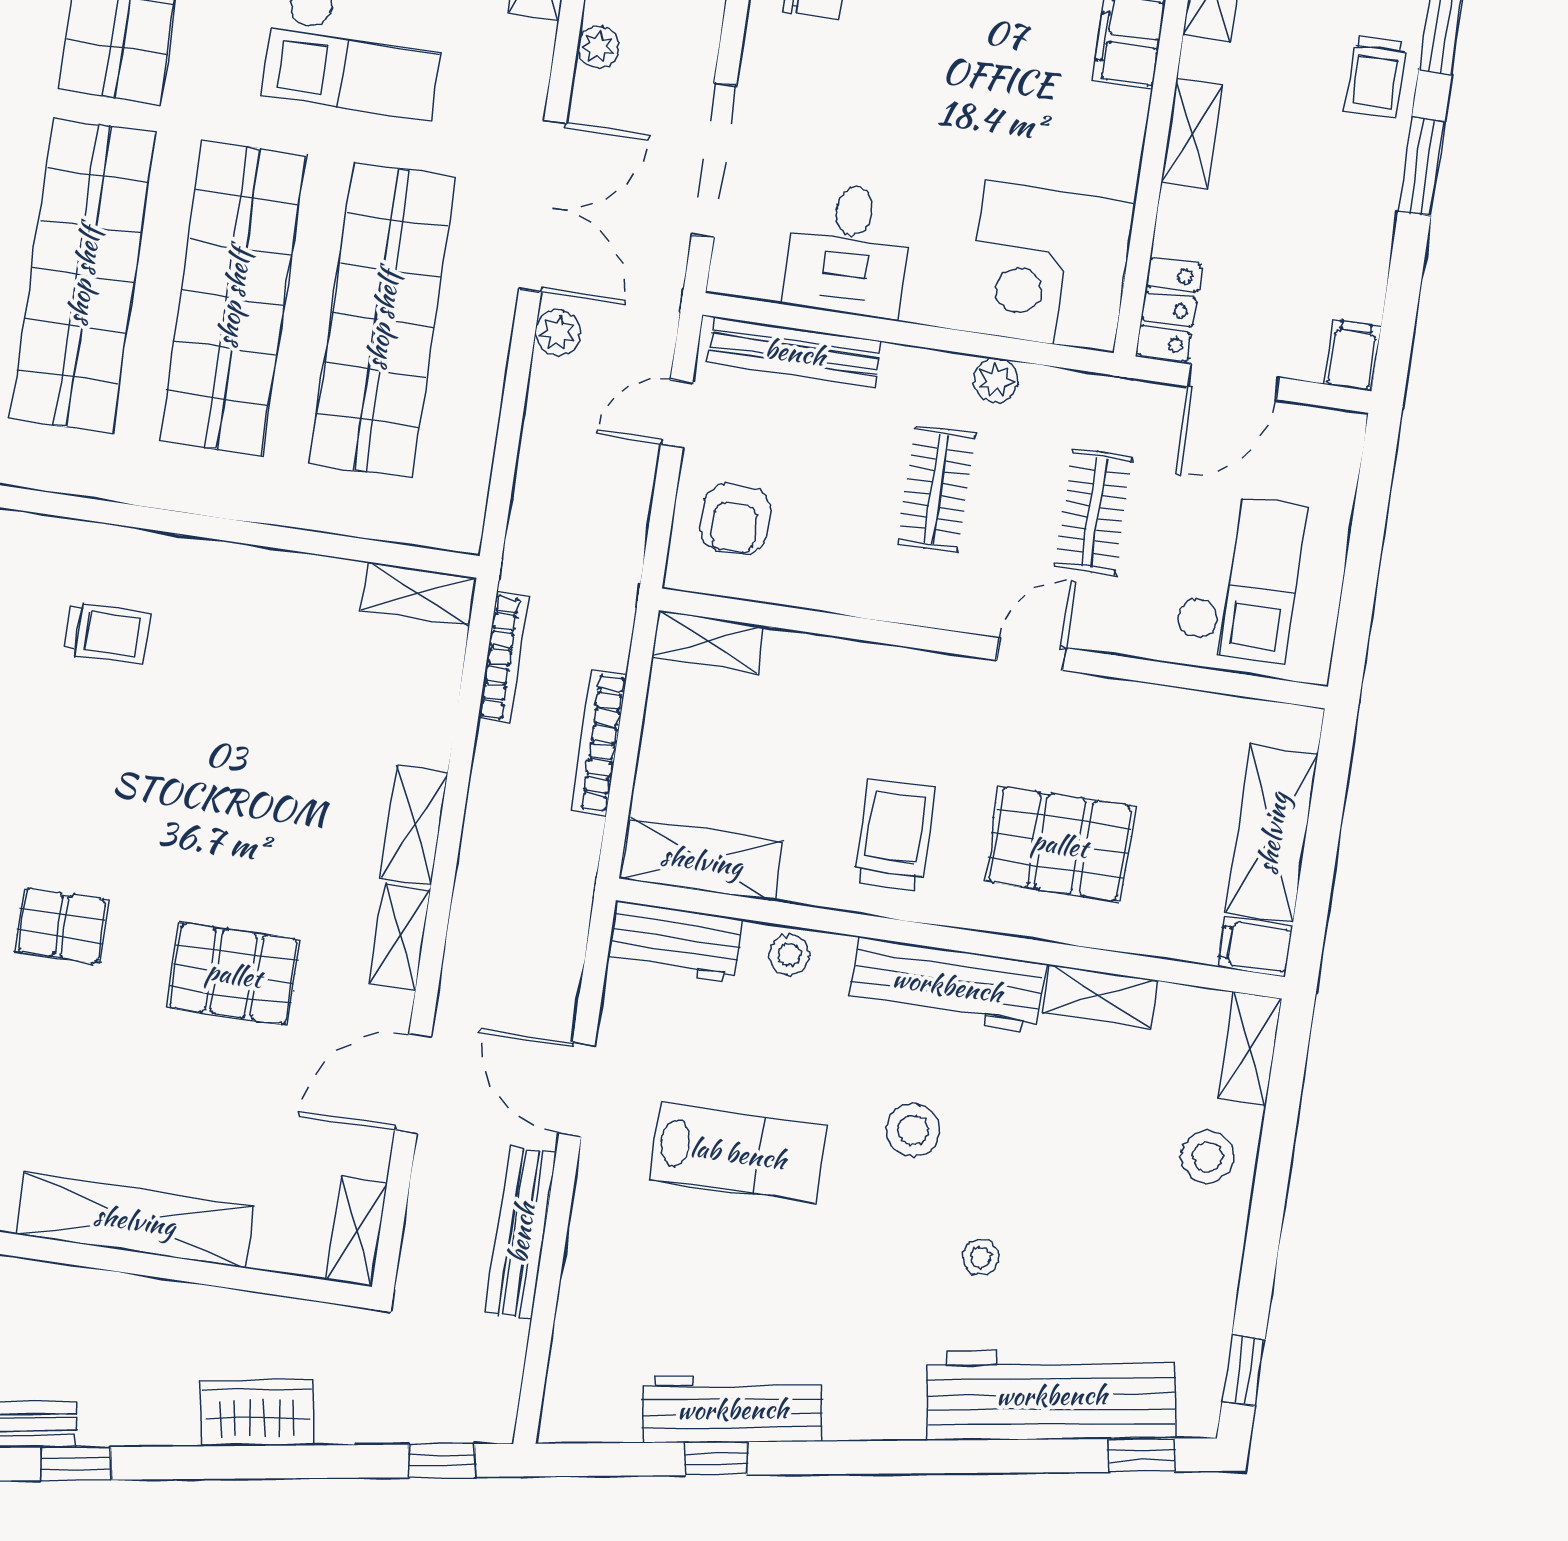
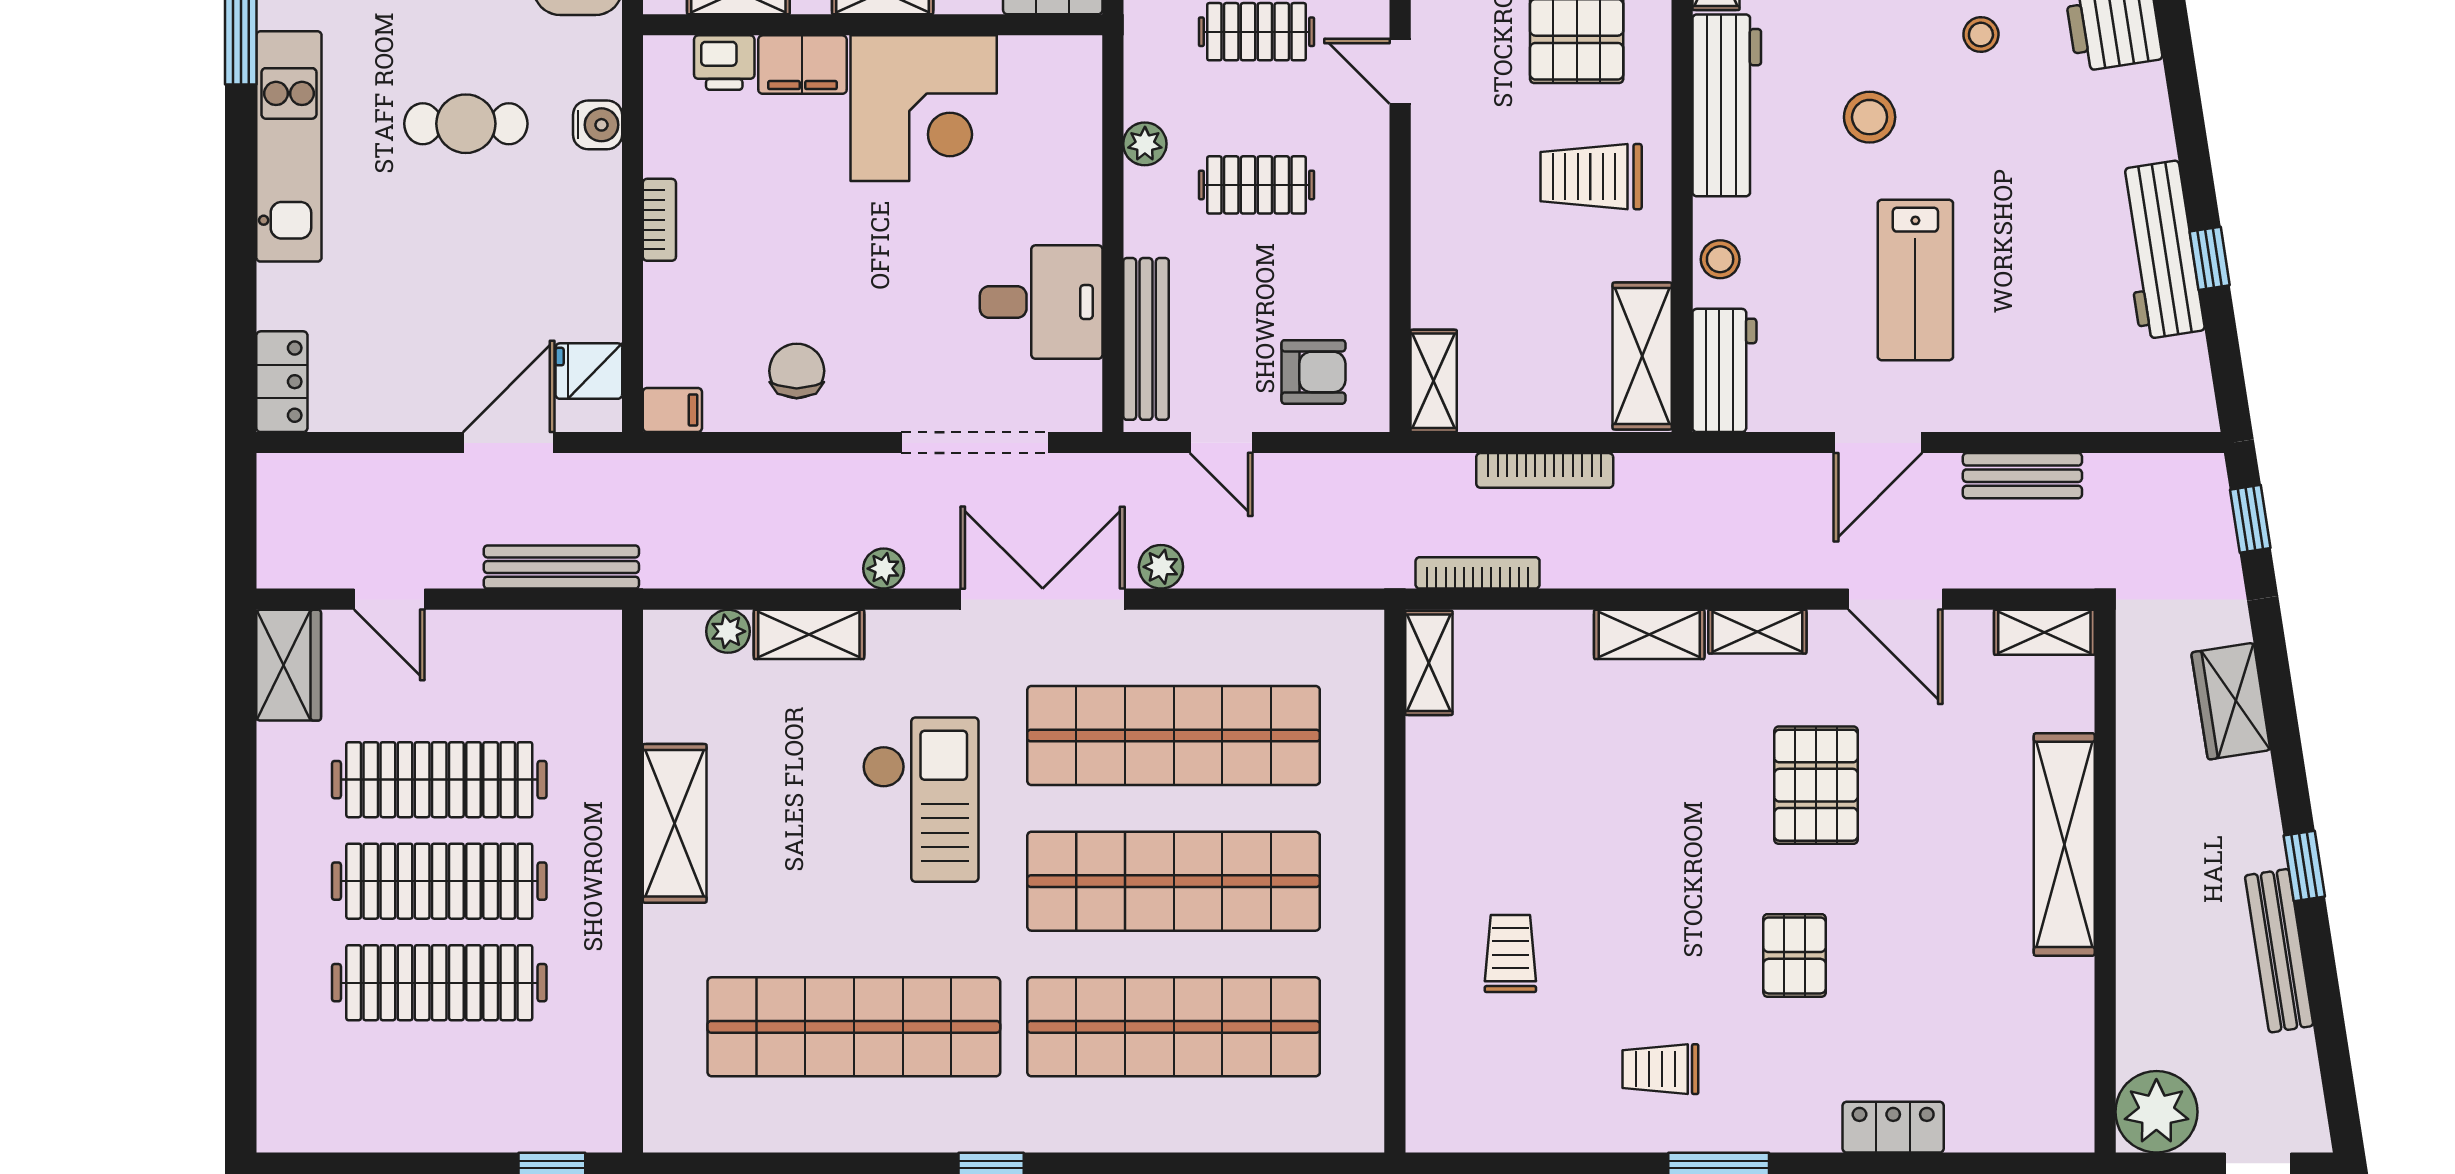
corner desk: (1050, 267) -> (924, 108), moved
lab bench: (738, 1153) -> (1915, 280), turned 180
bench: (521, 1233) -> (2022, 476), width x0.73

